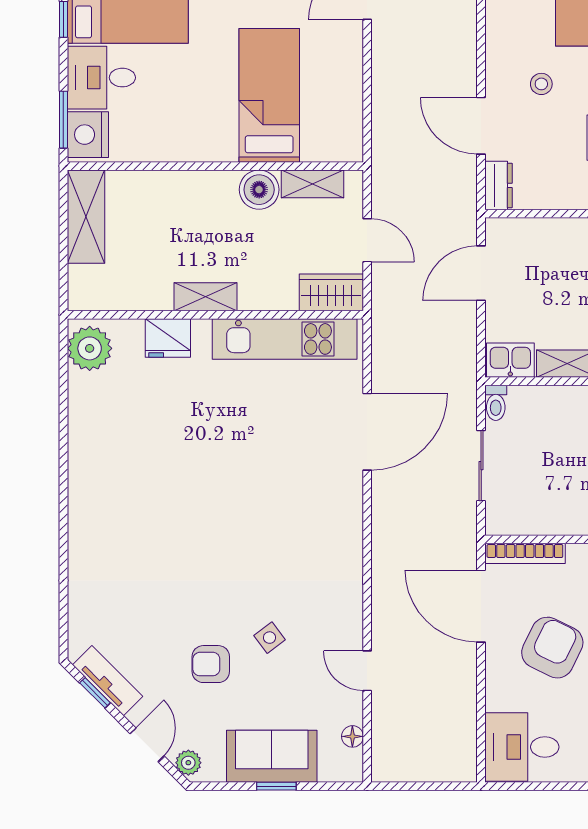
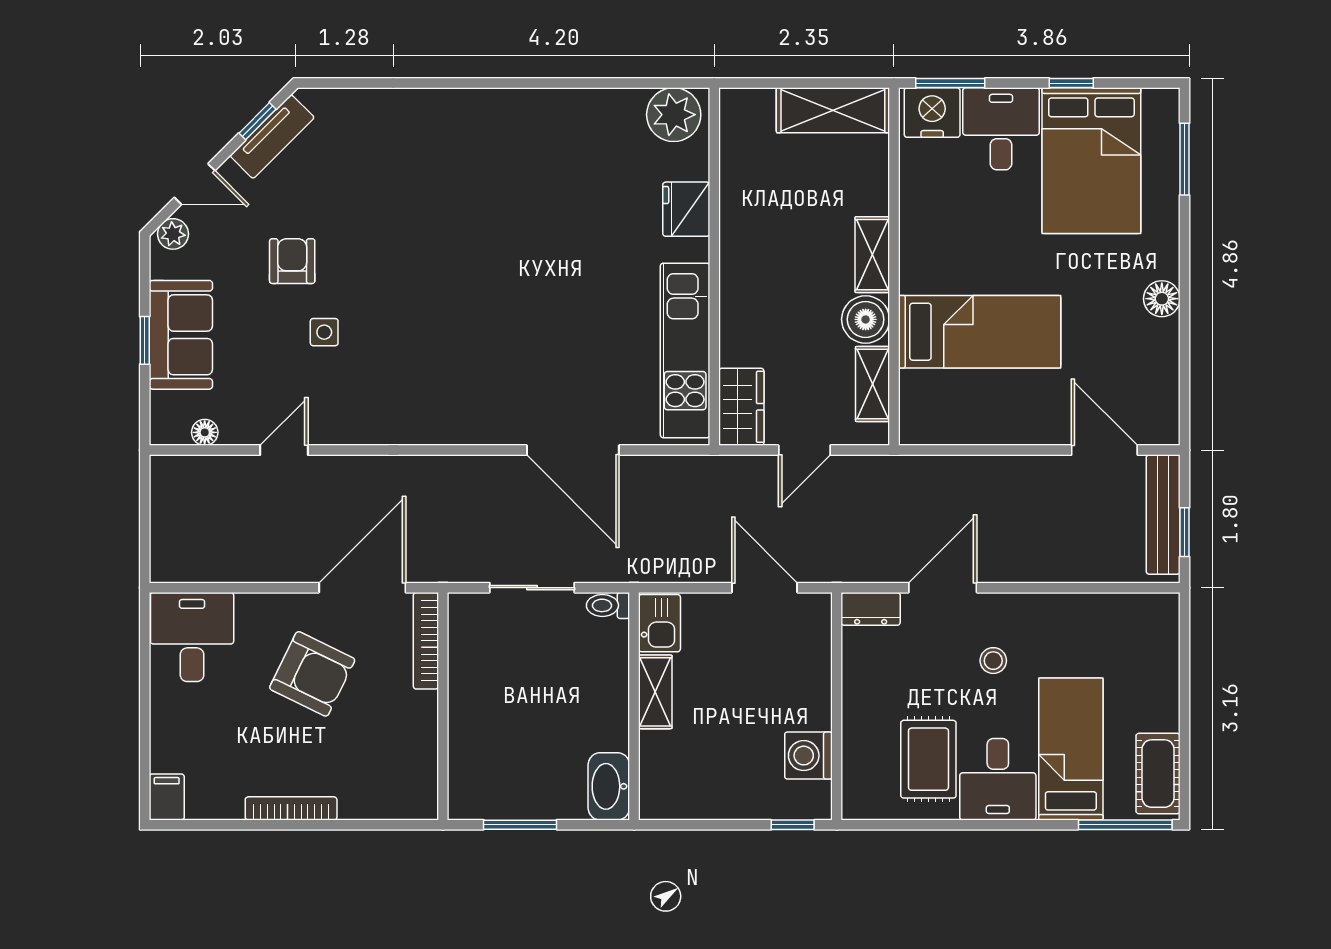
shelving: (205, 297) -> (872, 255), moved
side table: (270, 638) -> (324, 332), turned 37

